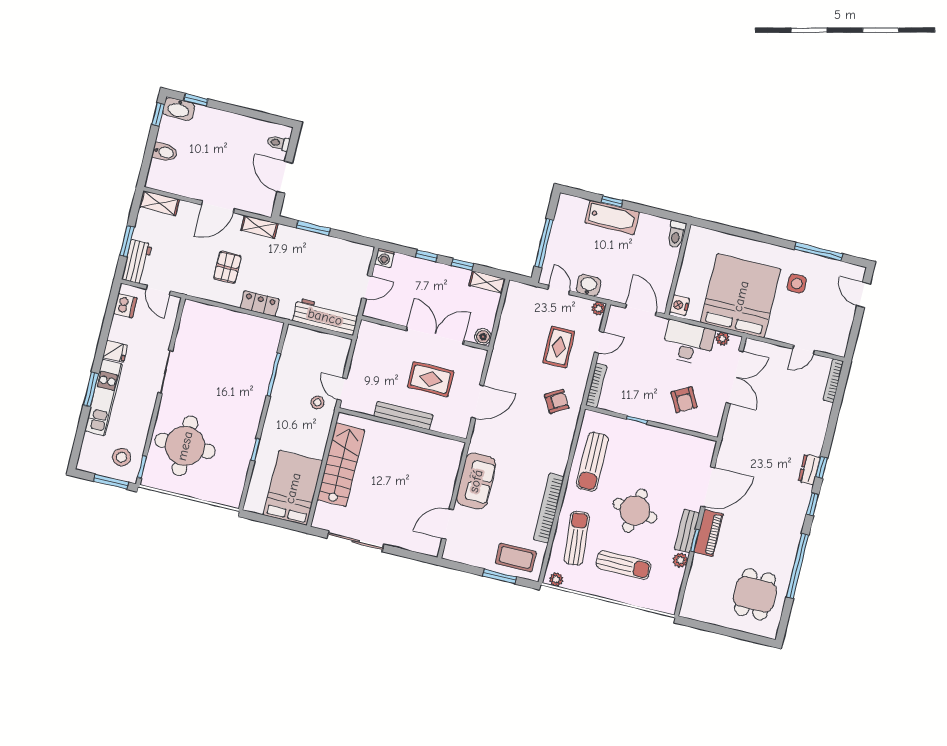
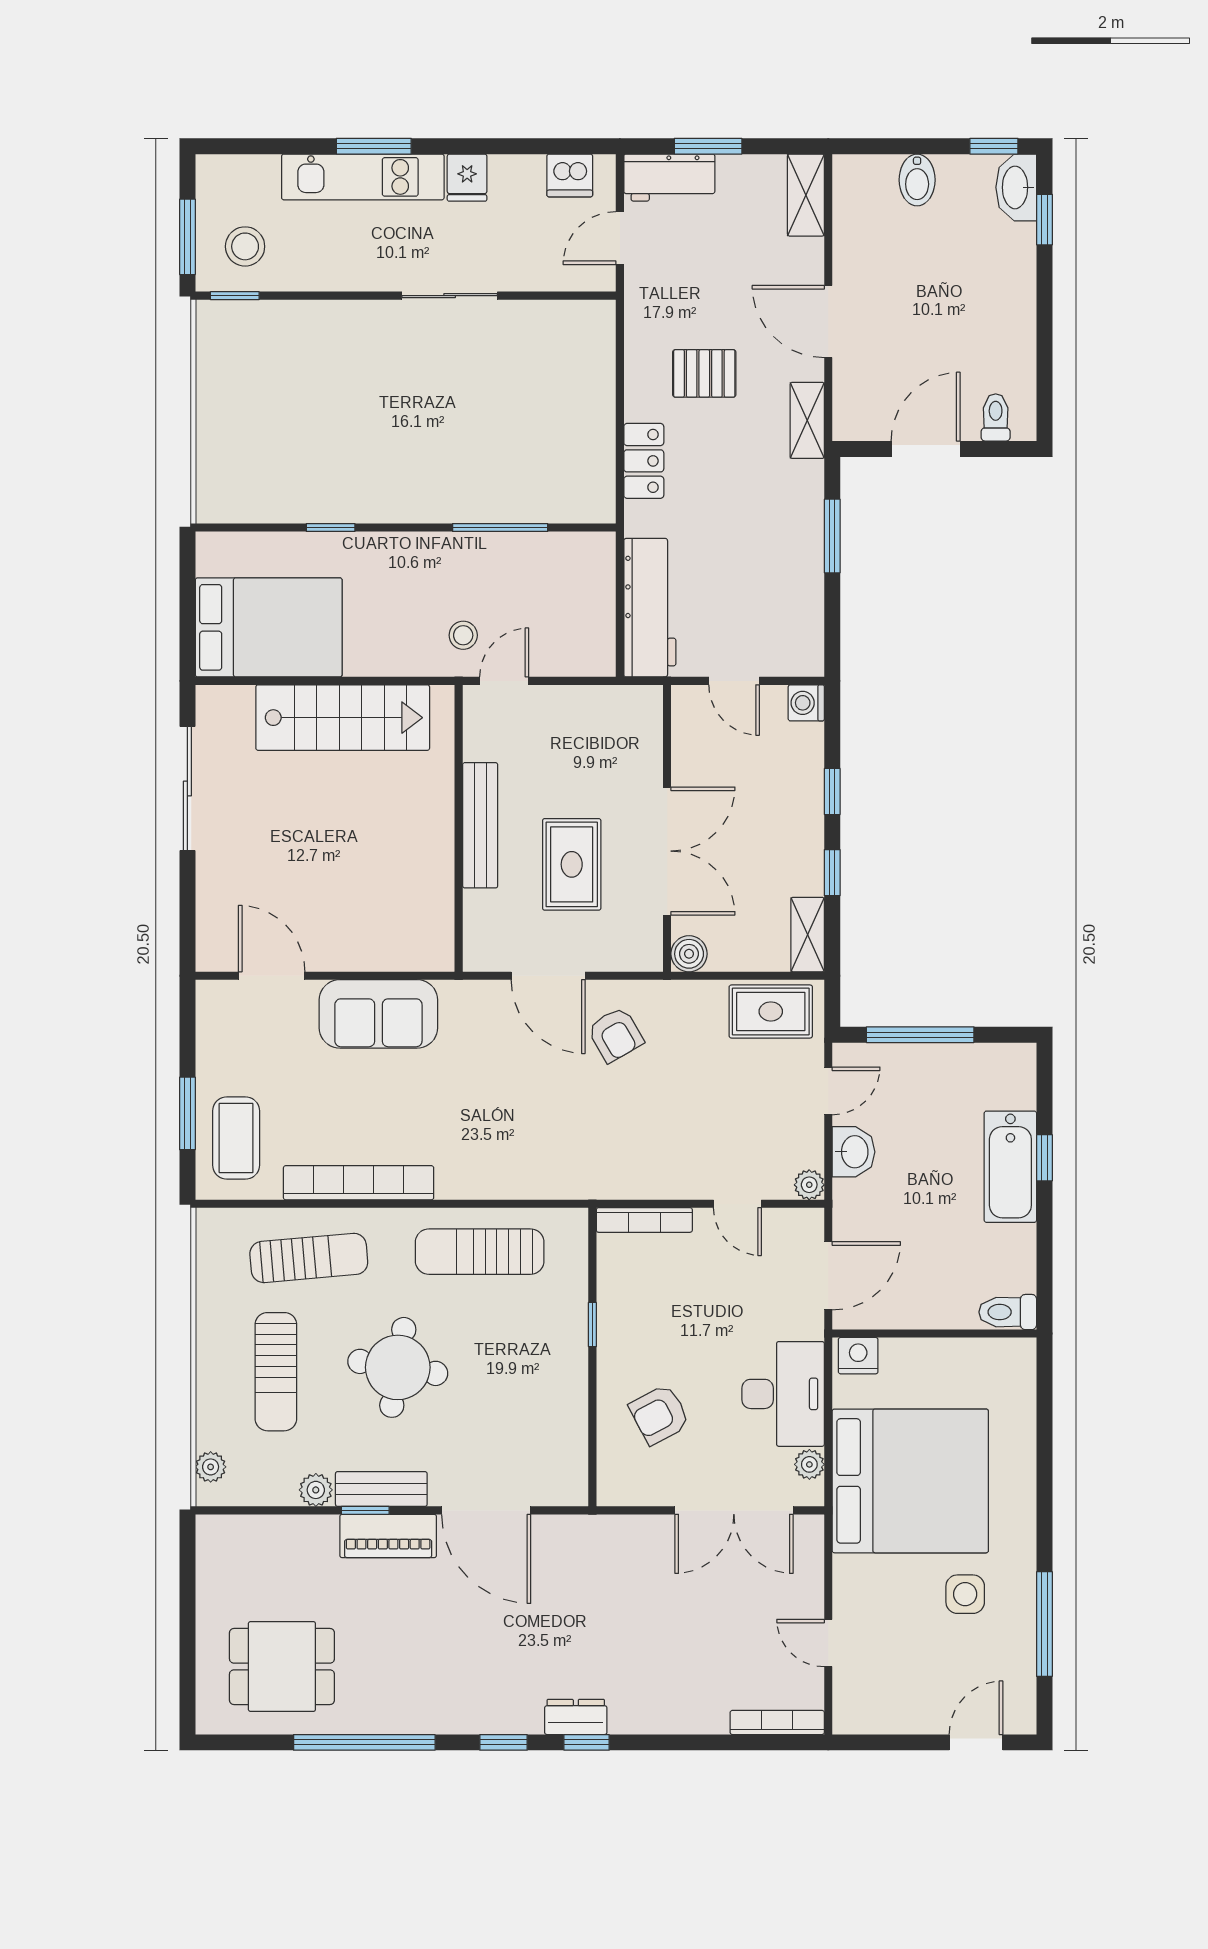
rug: (559, 347) -> (771, 1011), moved
armchair: (557, 401) -> (615, 1035), moved
round table: (185, 446) -> (302, 376), removed
plant: (556, 579) -> (211, 1467), moved

